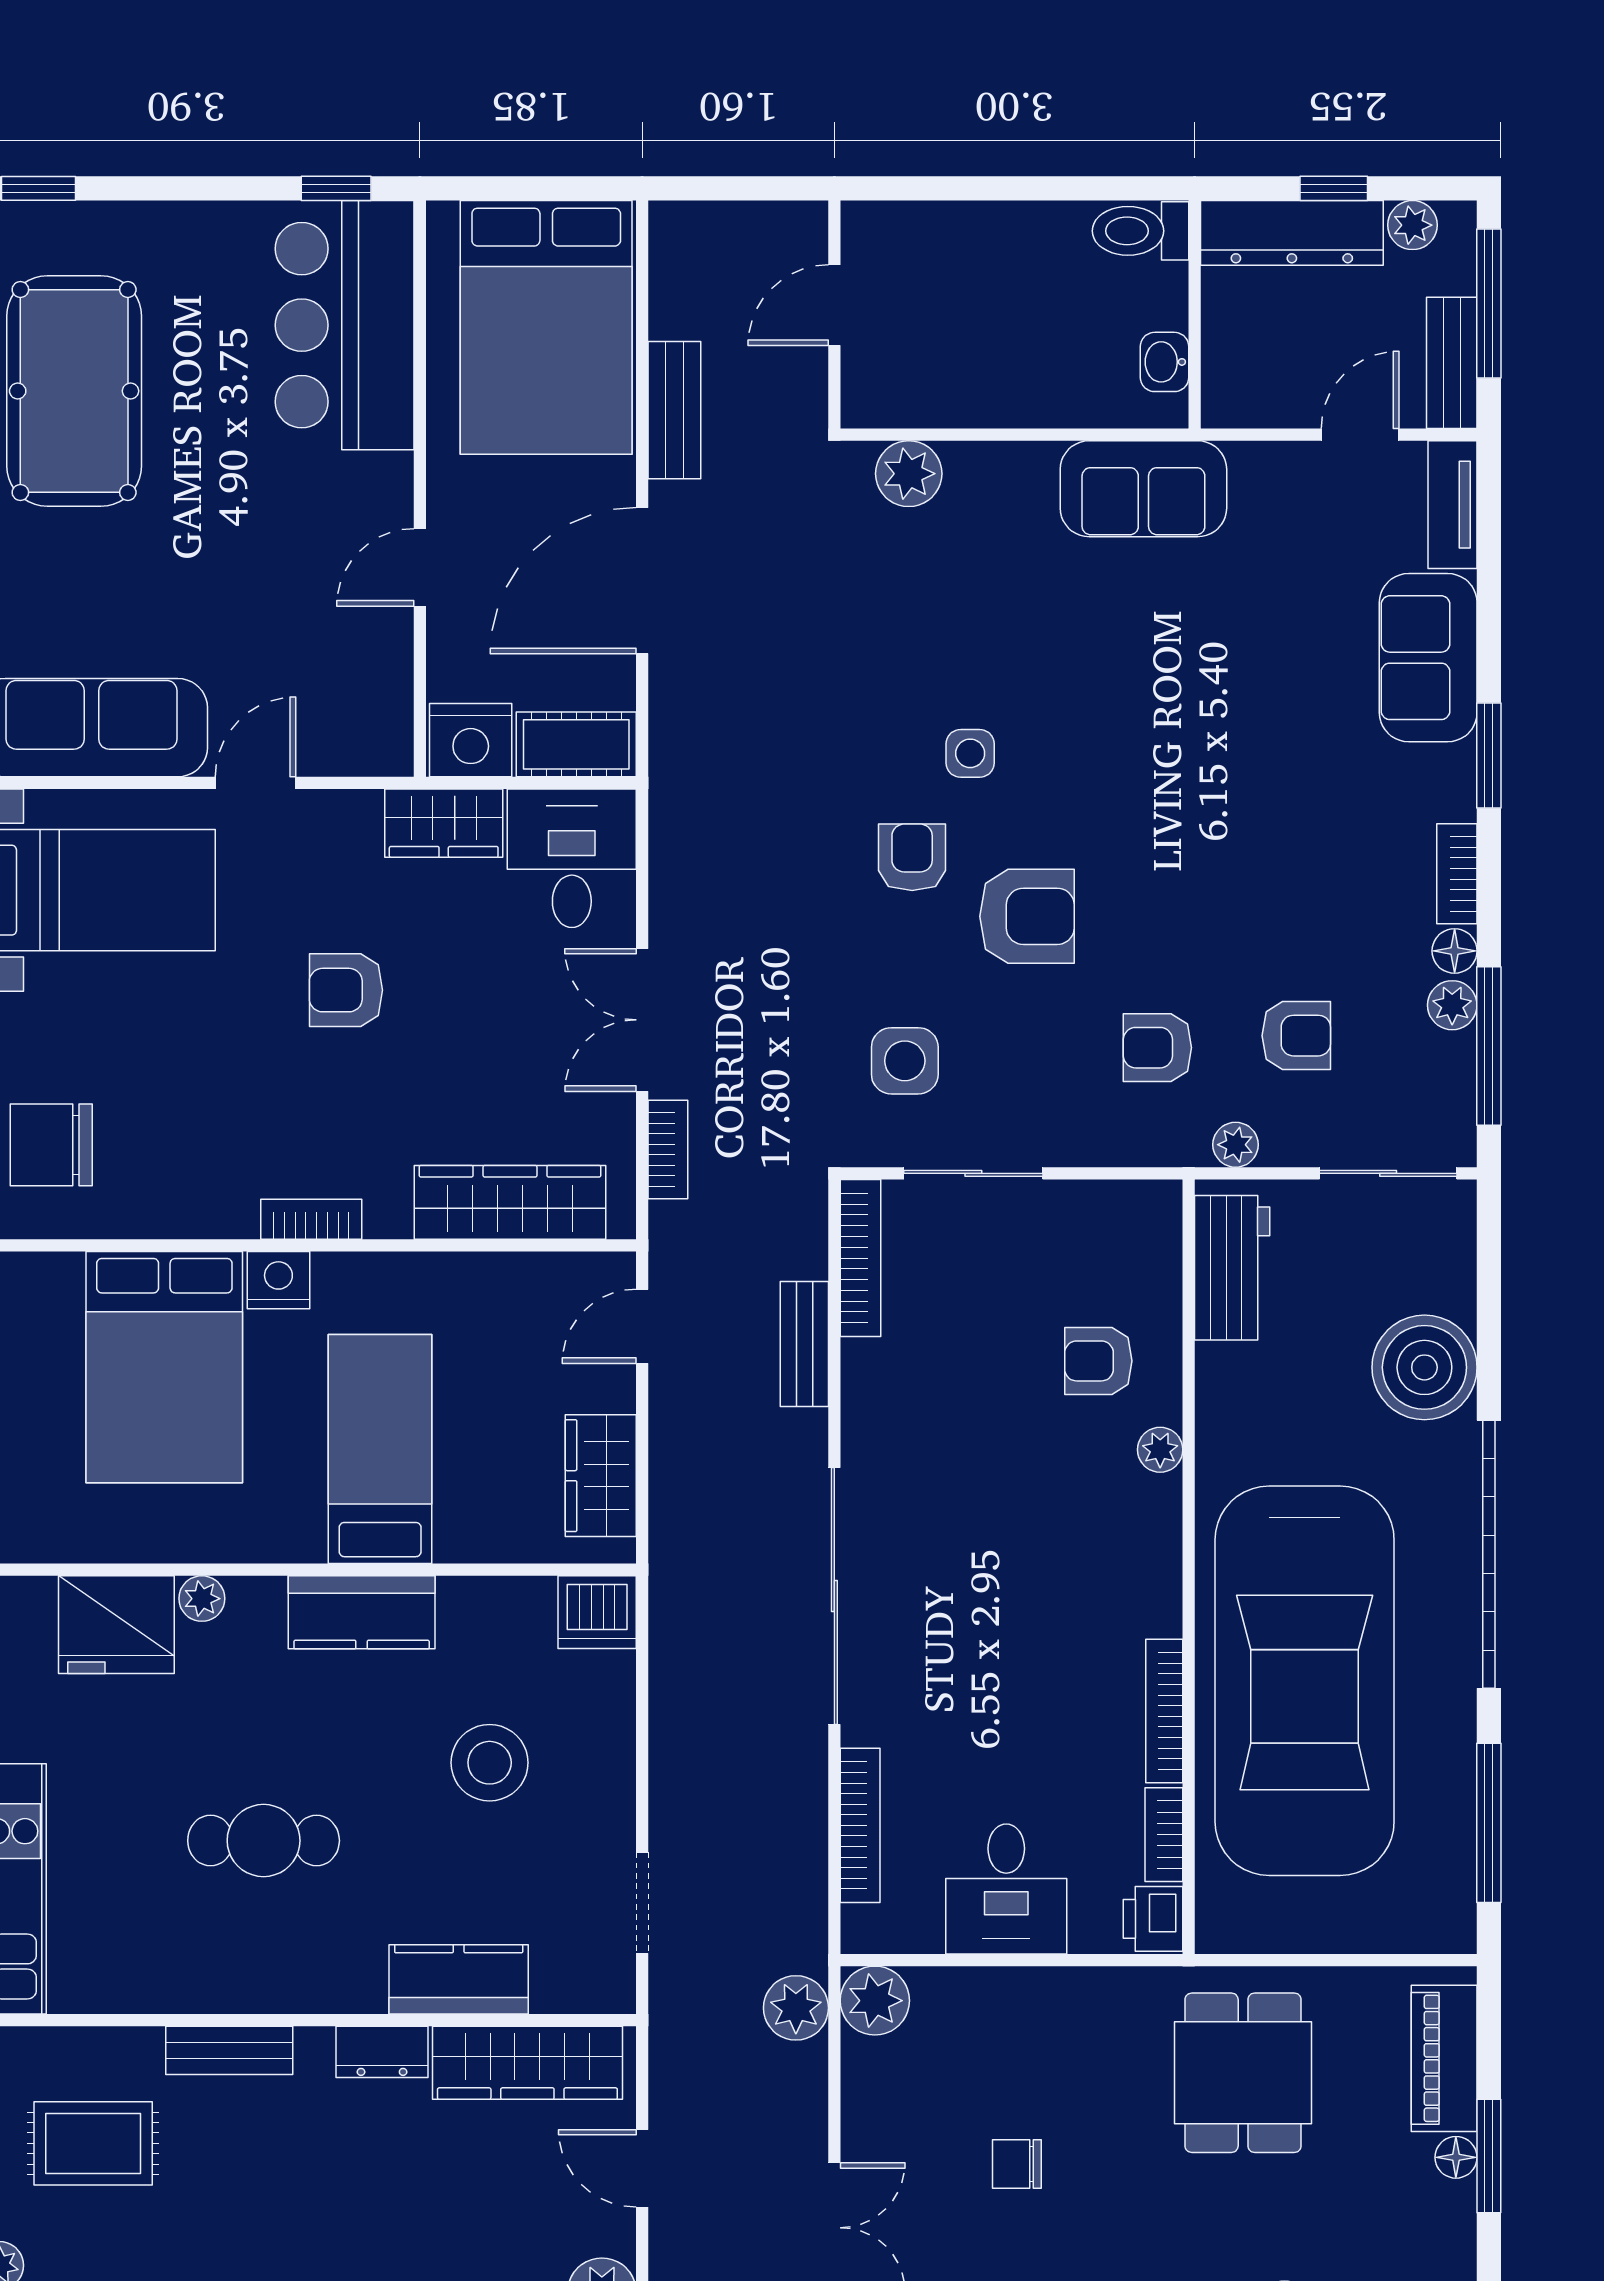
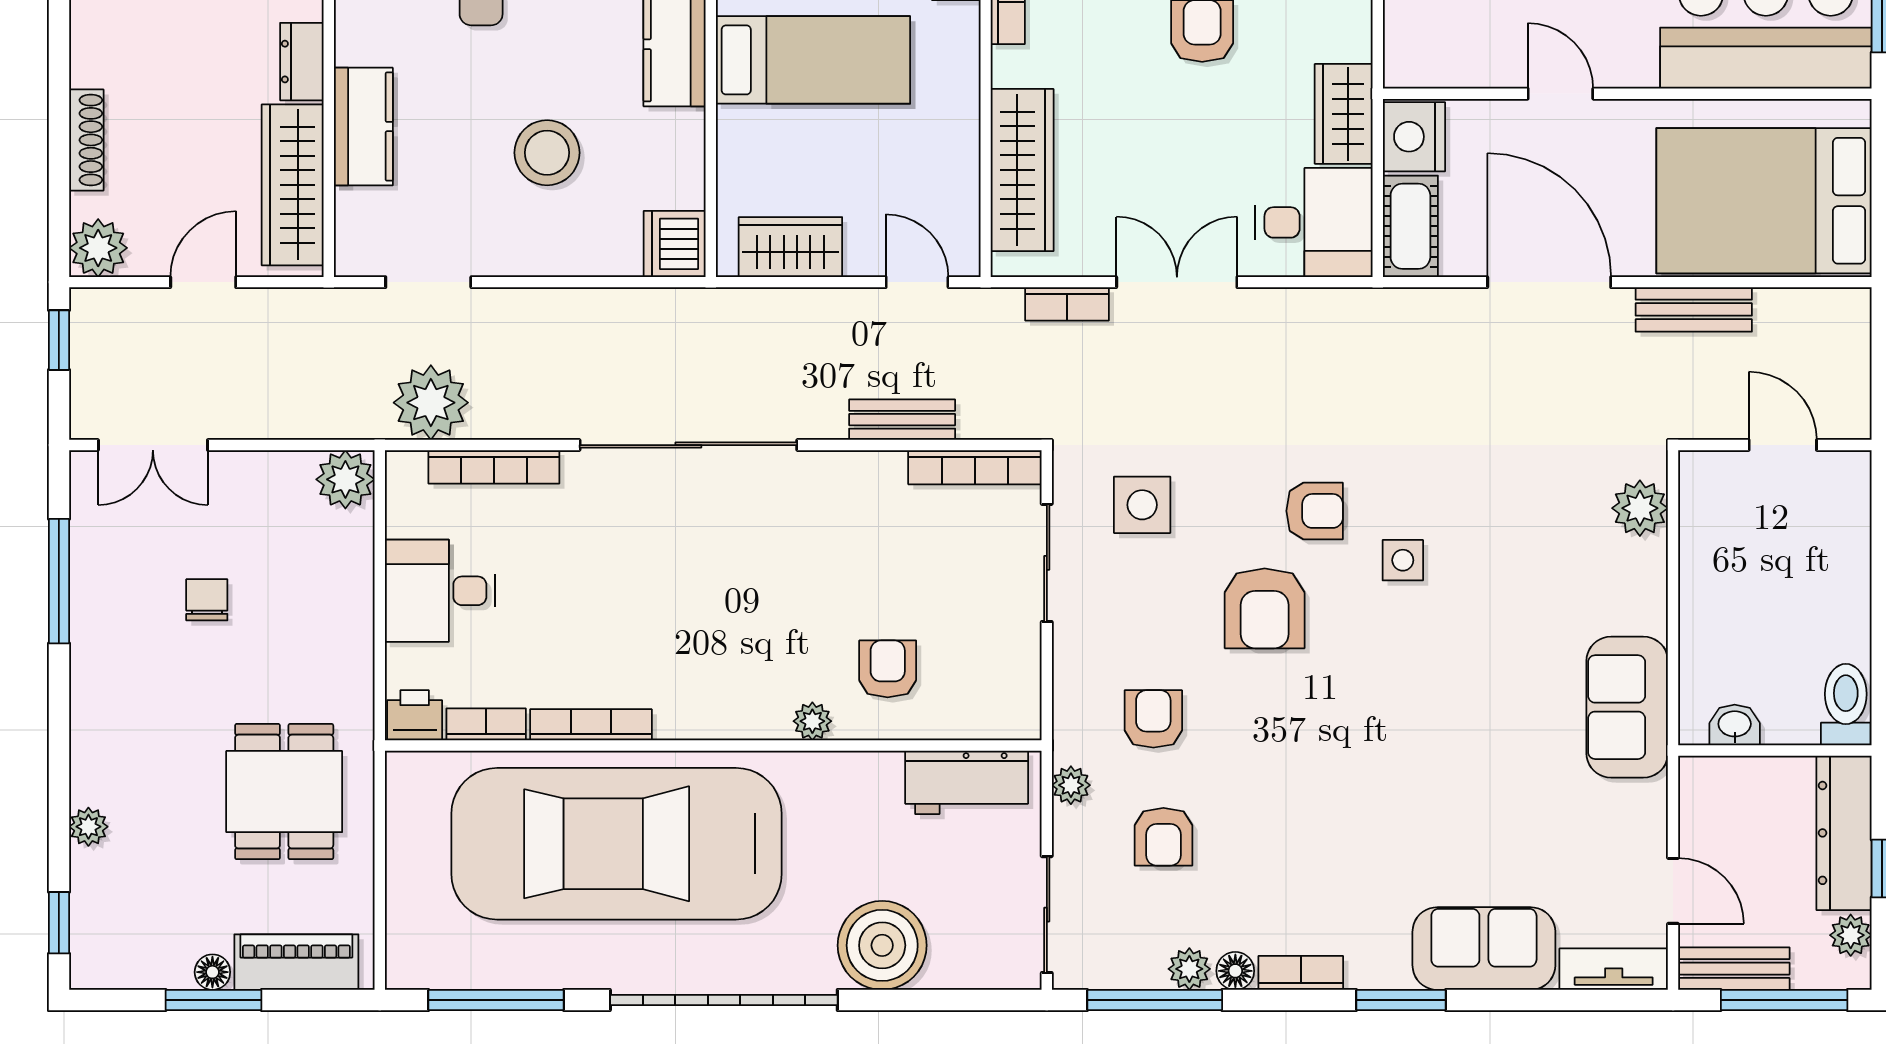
plant: (796, 2008) -> (431, 403), moved, width x1.36, depth x1.36
dining table: (1243, 2073) -> (284, 792), turned 90

